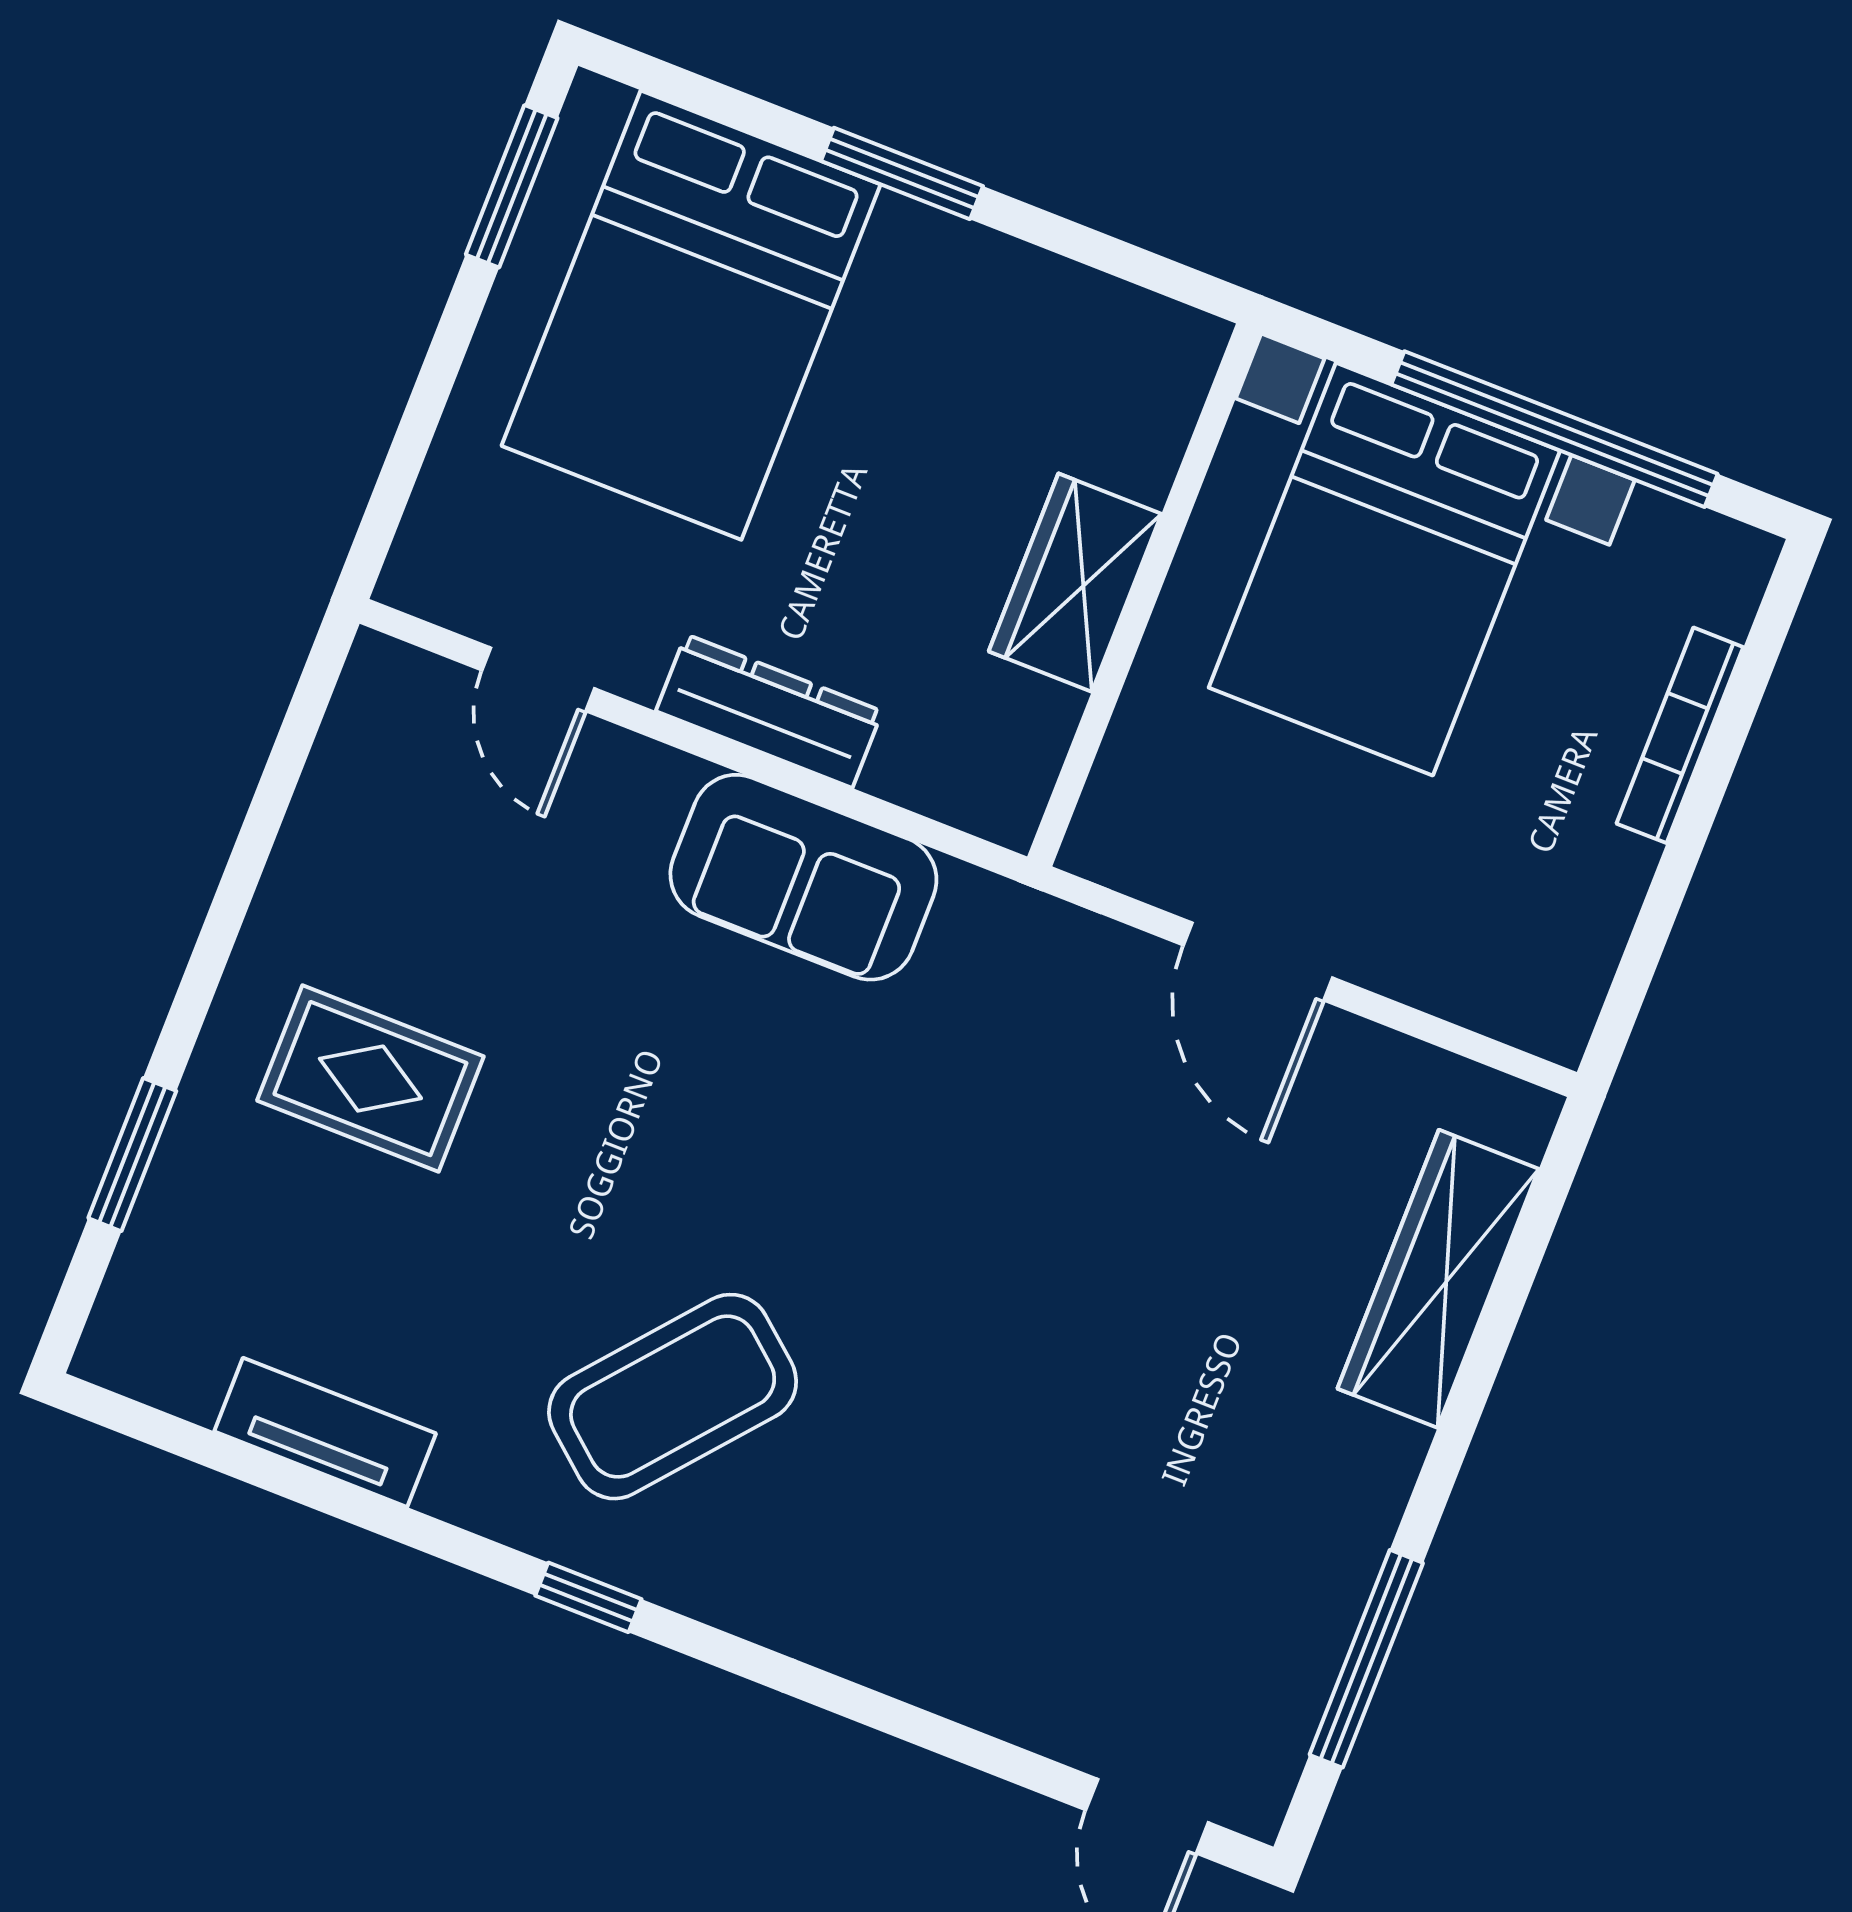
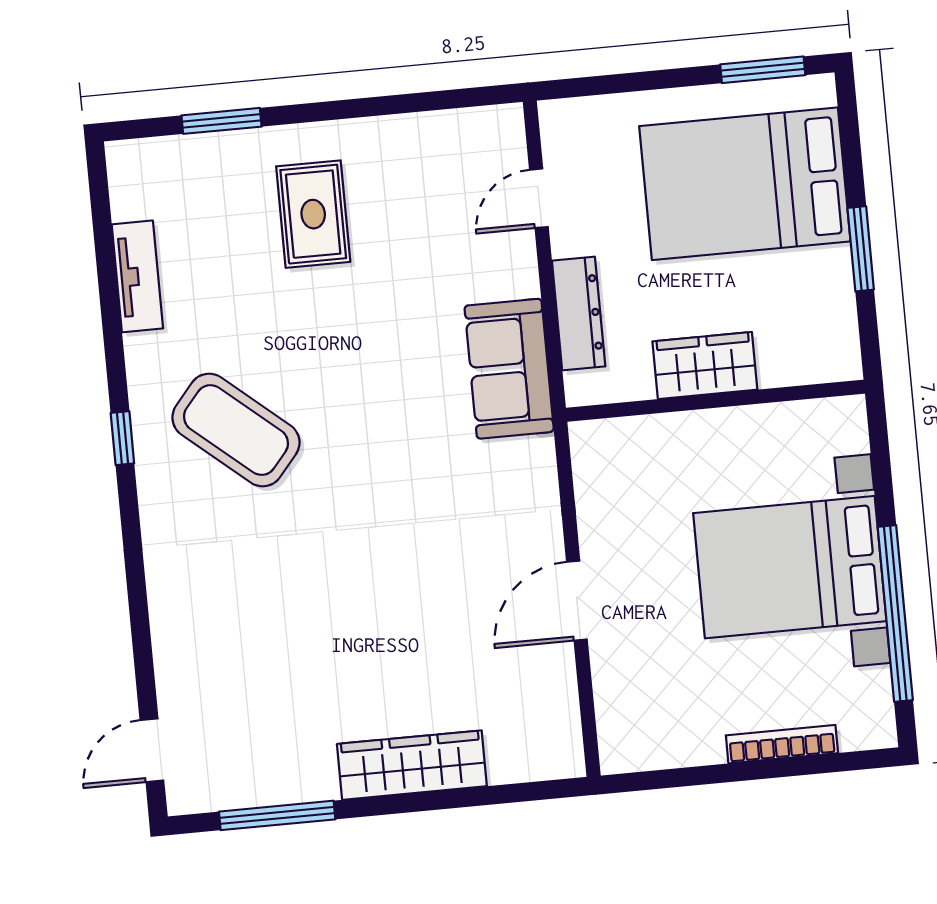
wardrobe: (1075, 583) -> (705, 365), moved
wall: (1144, 595) -> (715, 401), moved
wardrobe: (1438, 1279) -> (412, 765), moved

